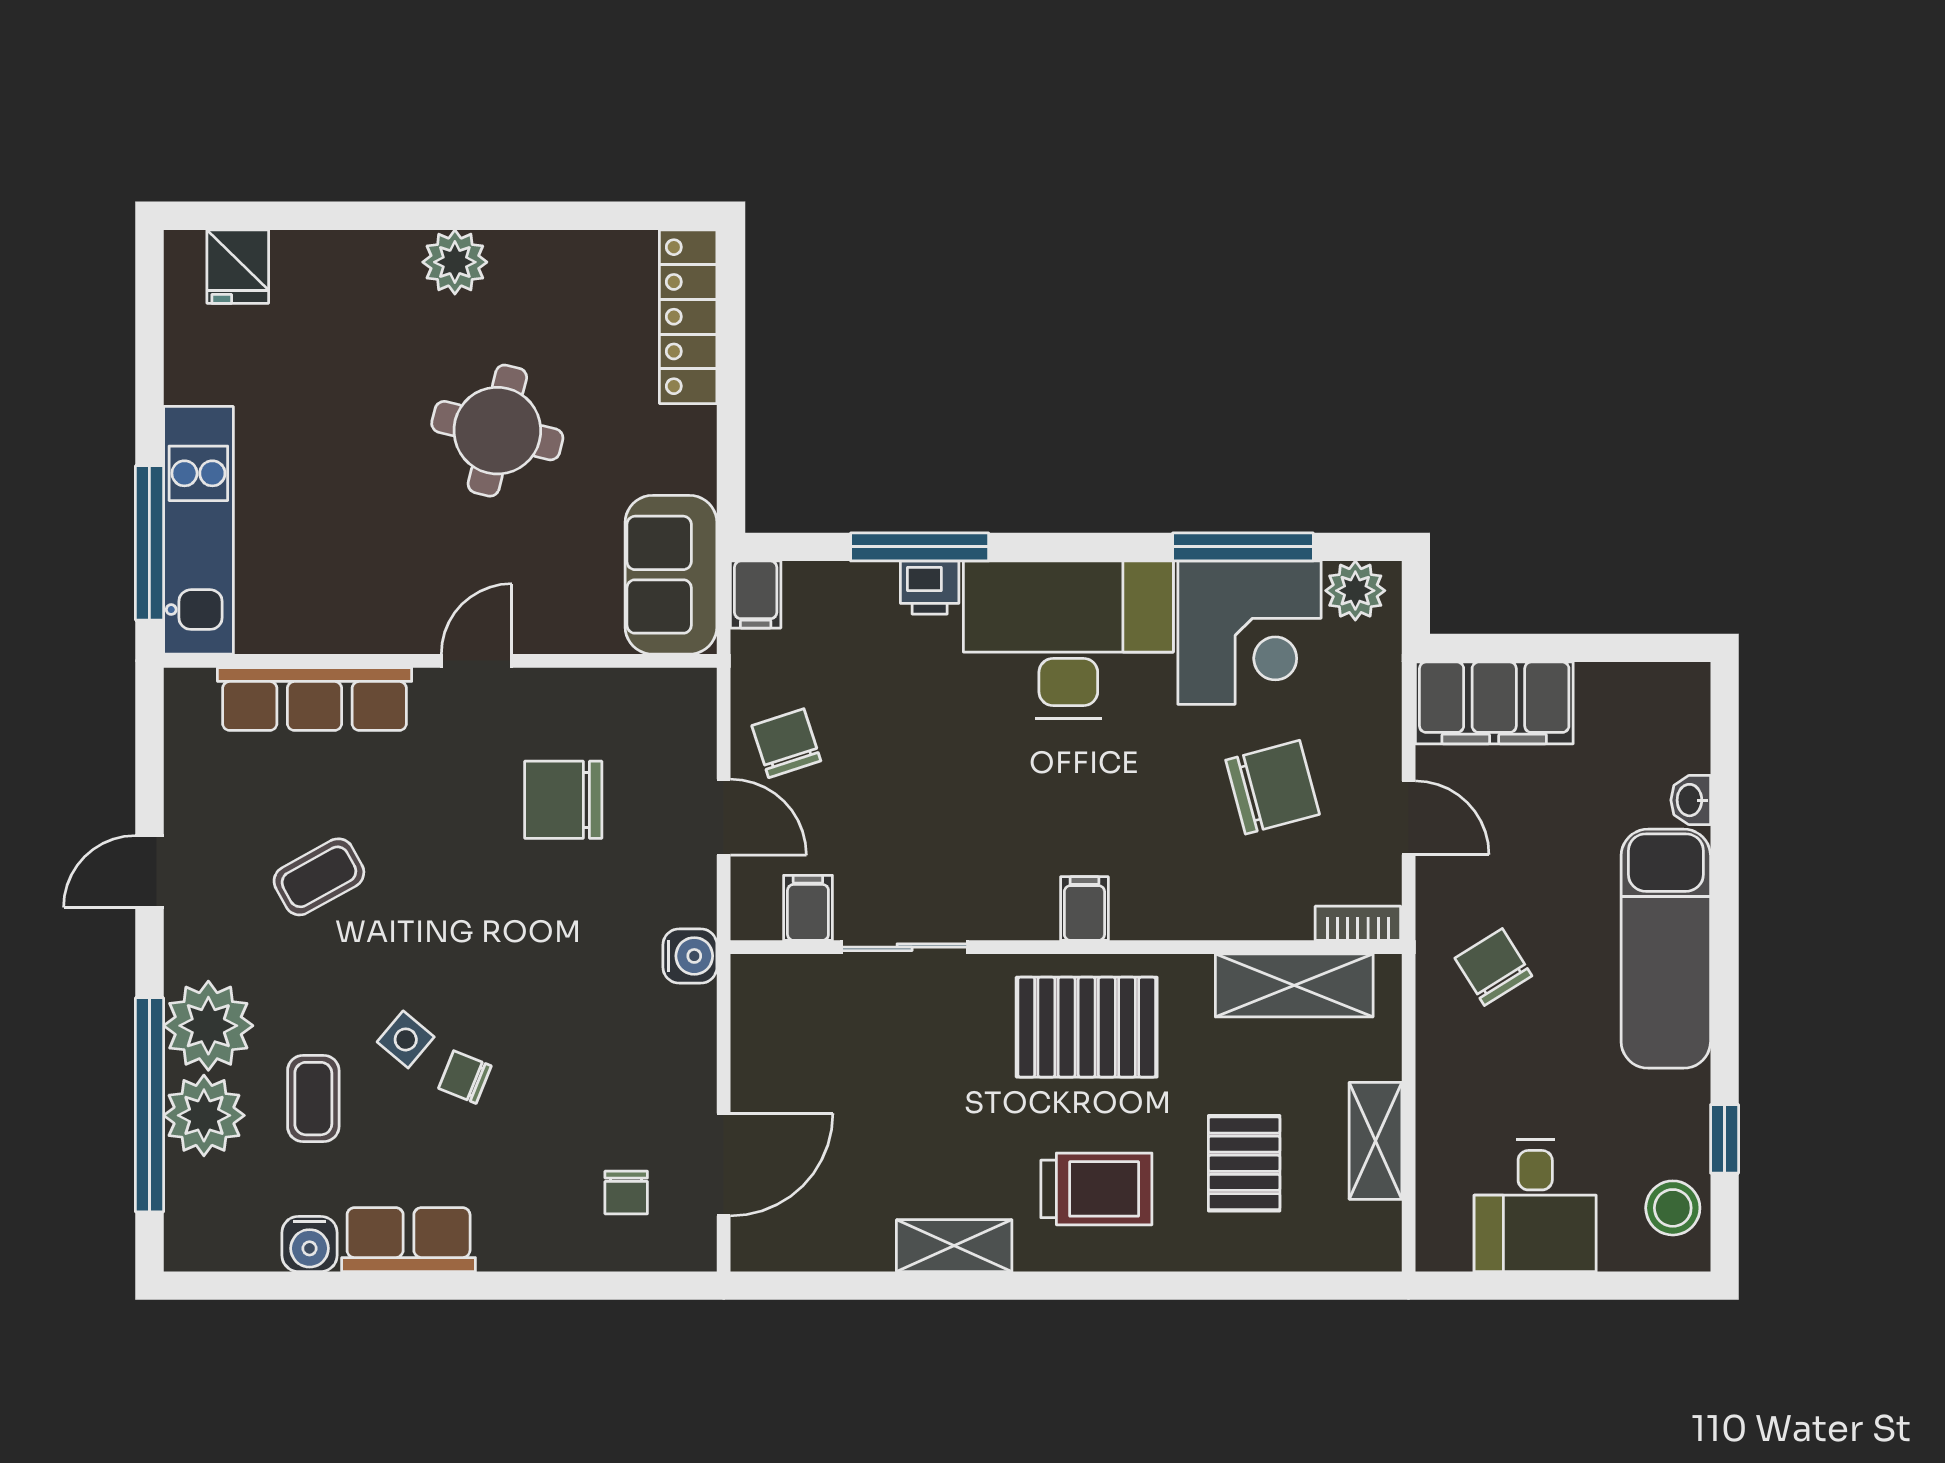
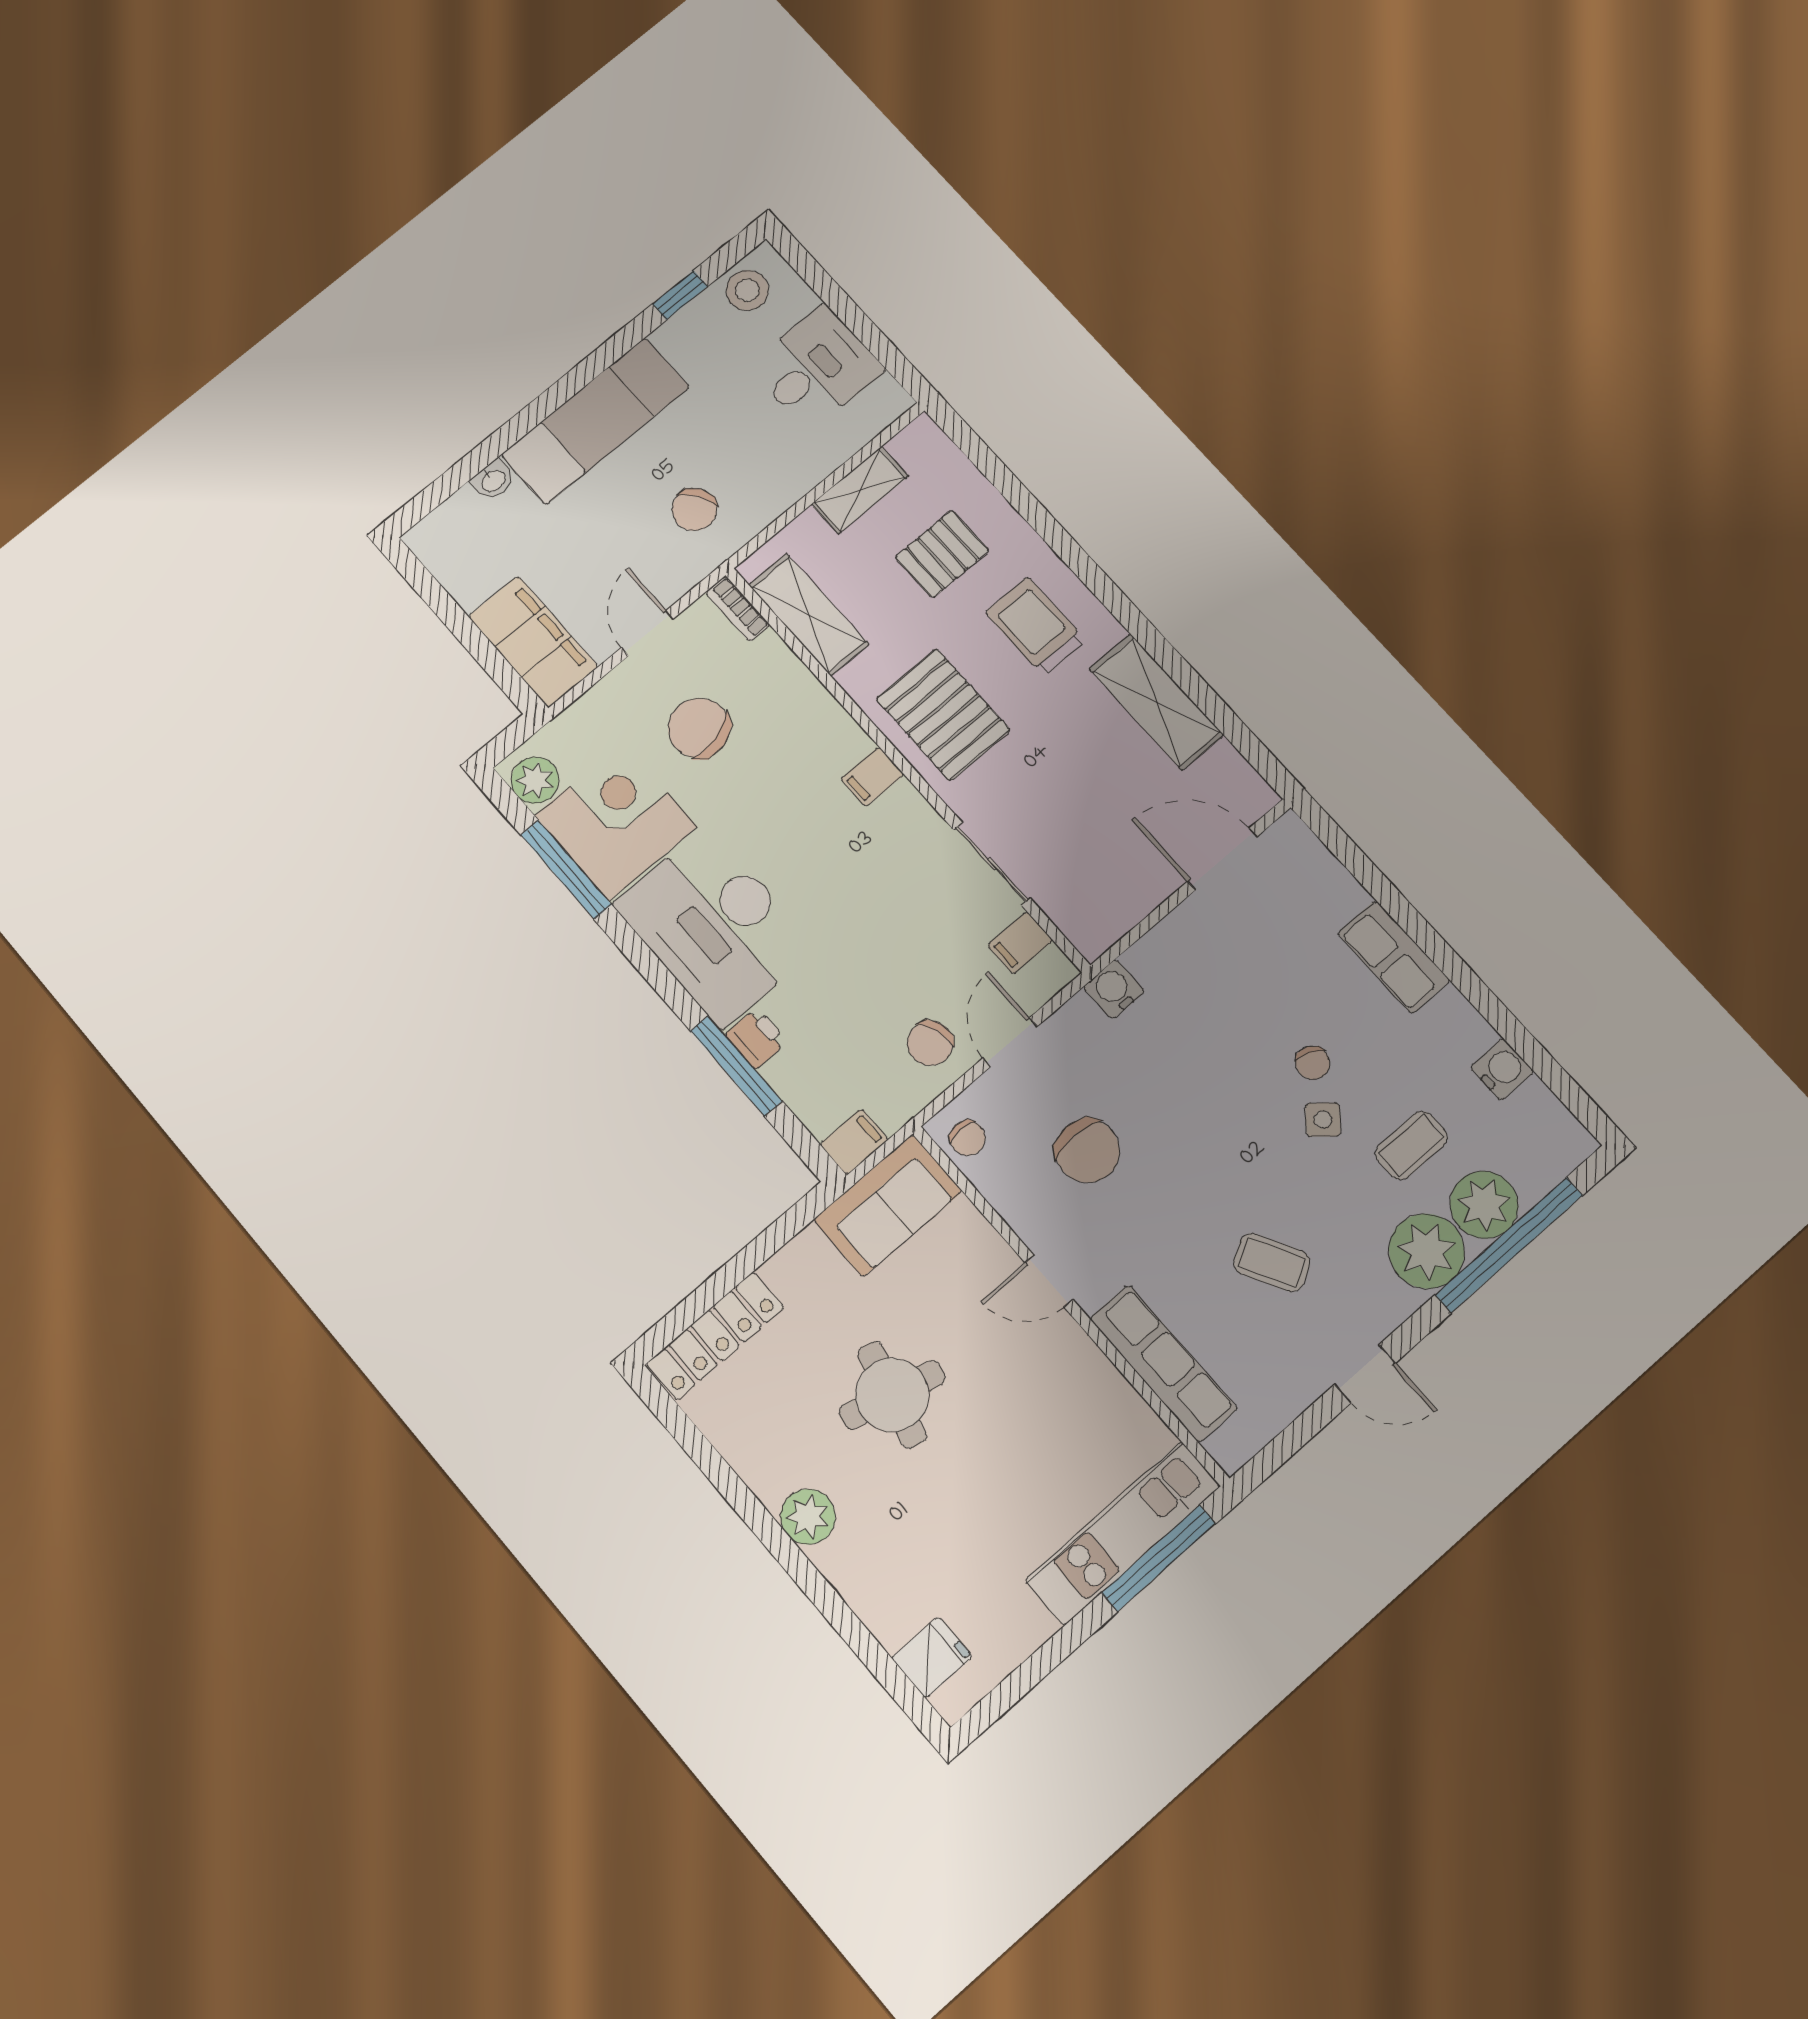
chair: (626, 1193) -> (968, 1138), moved, turned 90
row of seats: (409, 1240) -> (1394, 957), moved
shelving: (954, 1246) -> (1156, 702), width x1.50, depth x1.33

